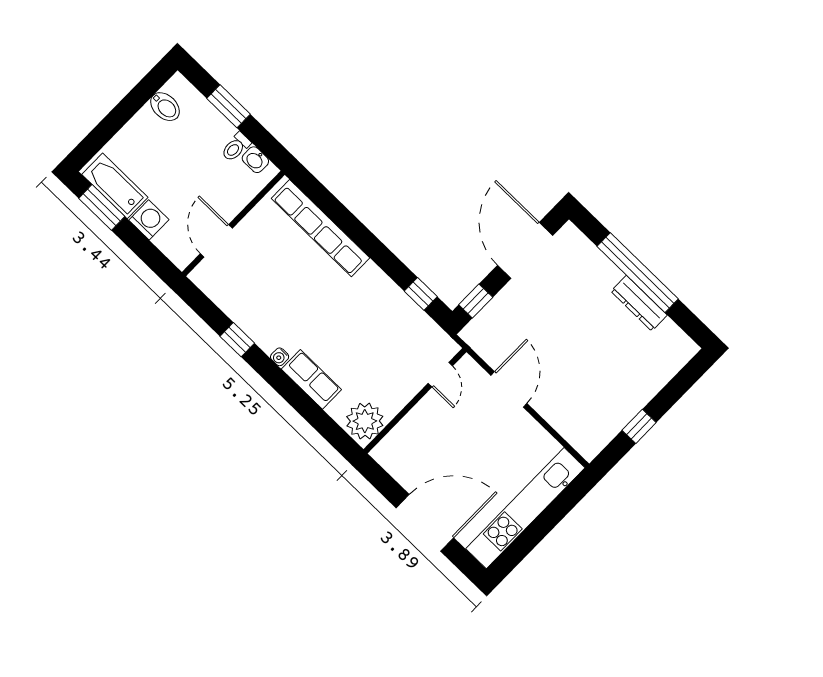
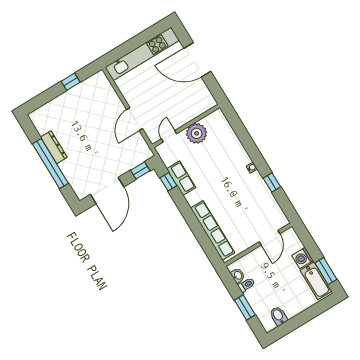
row of seats: (311, 379) -> (181, 178), moved, turned 180
plant: (365, 421) -> (197, 133), moved

